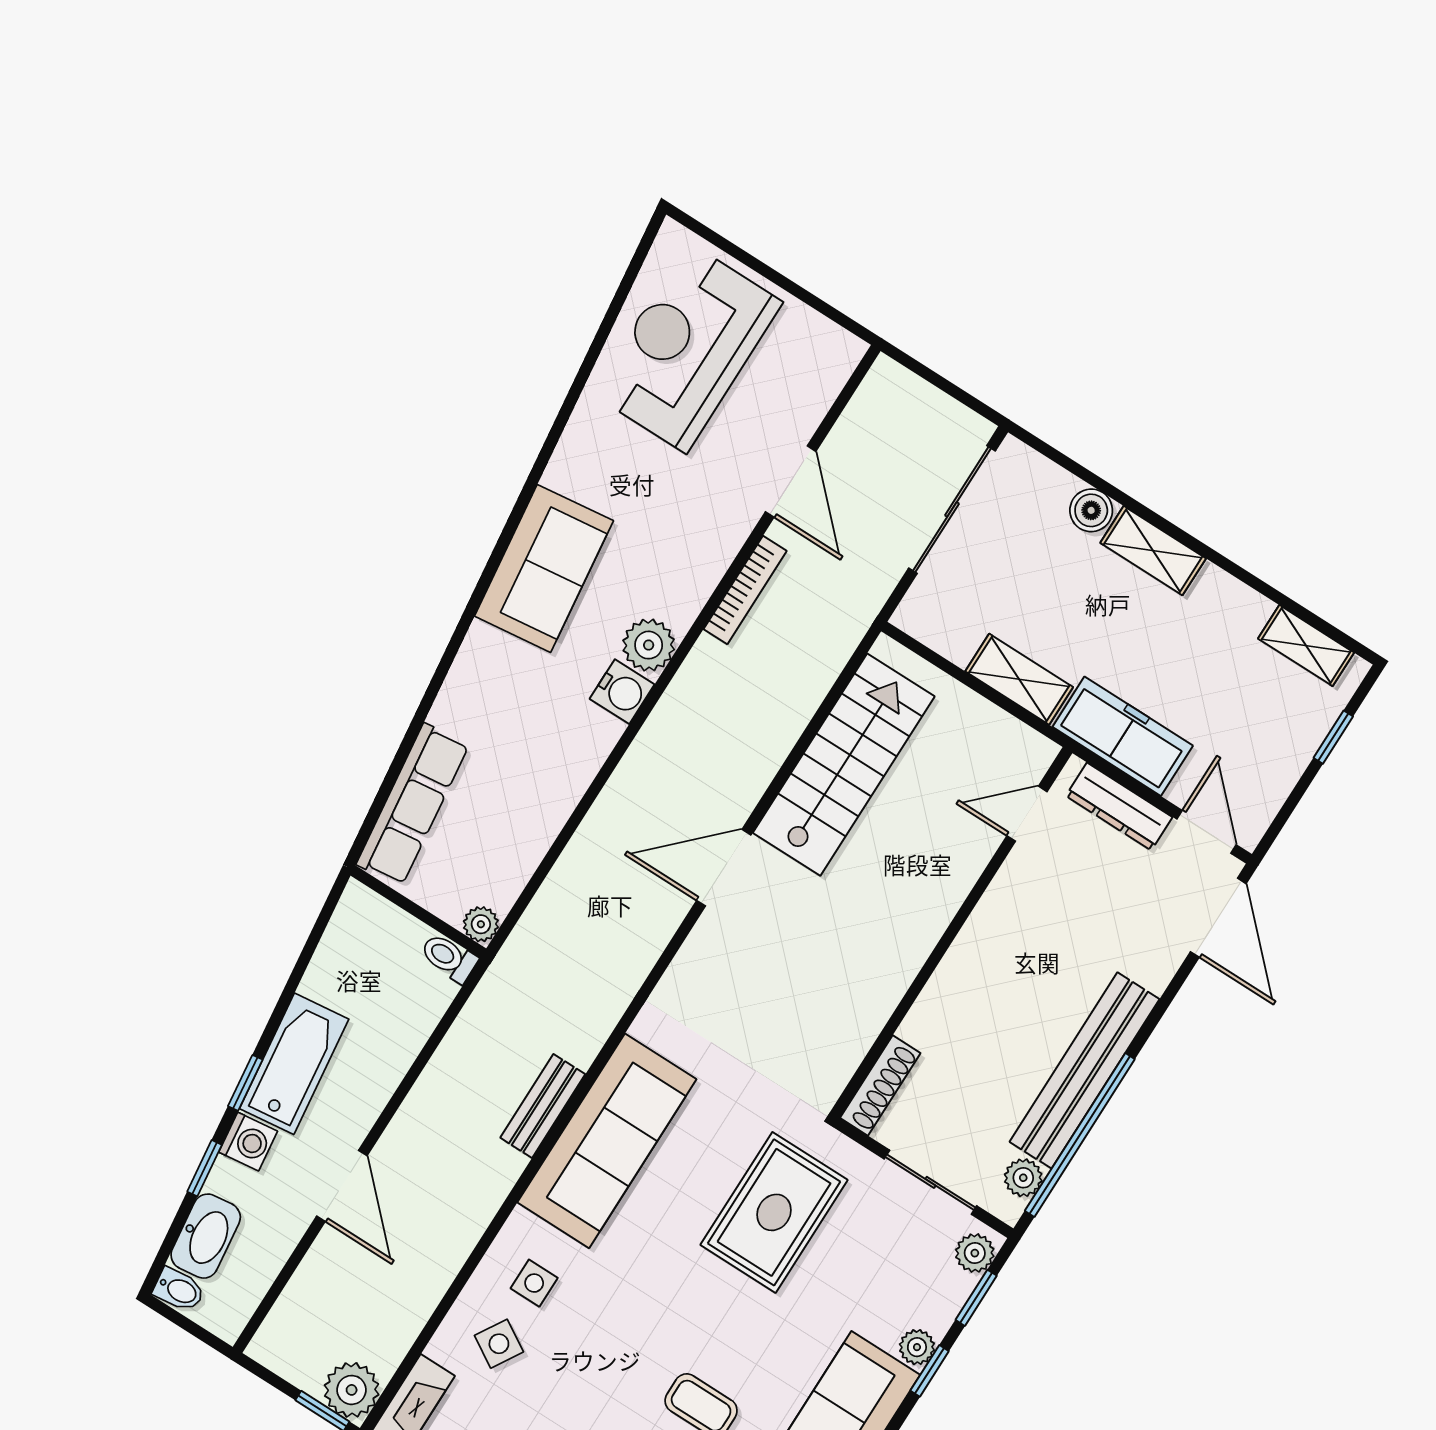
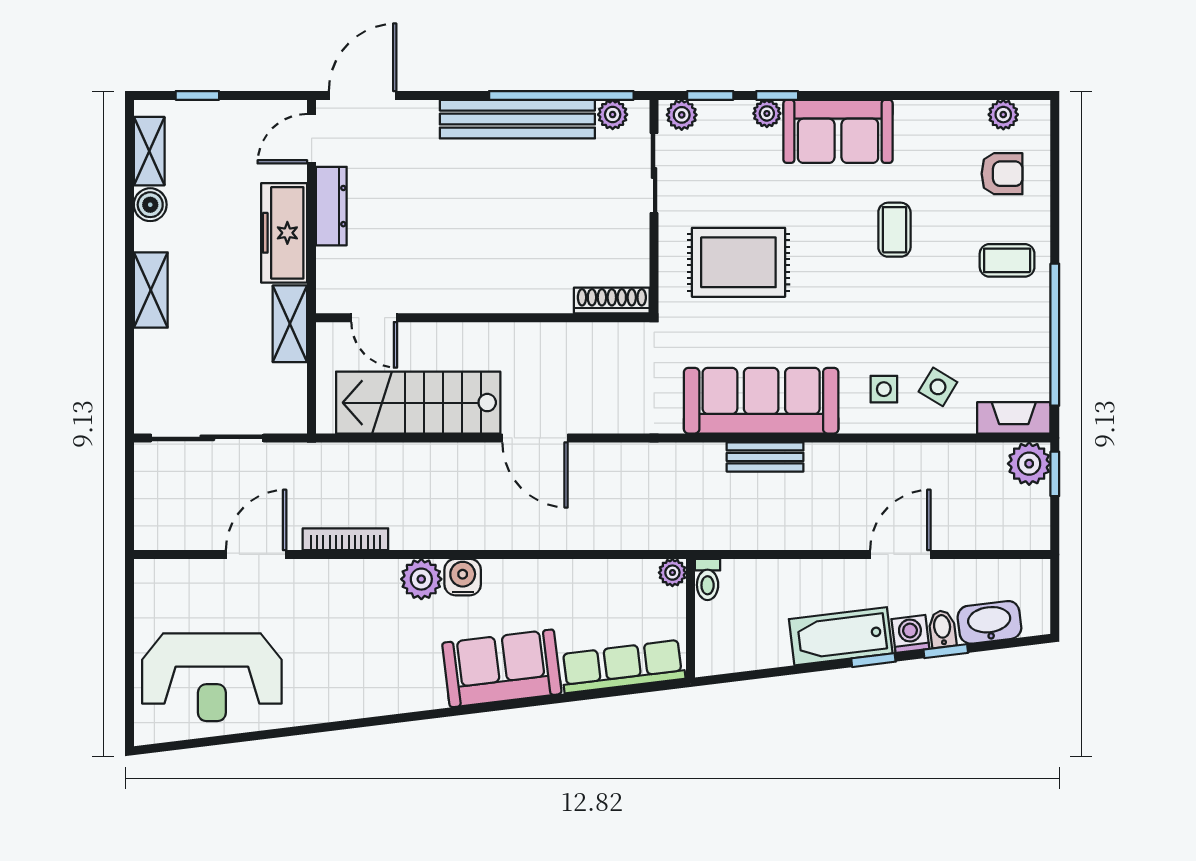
boiler: (1091, 510) -> (150, 205), moved
sofa: (544, 568) -> (502, 668), moved
door: (1027, 814) -> (374, 318), moved
wall: (951, 932) -> (483, 318), moved
shoe rack: (880, 1085) -> (612, 300), moved
bidet: (179, 1290) -> (942, 629), moved

